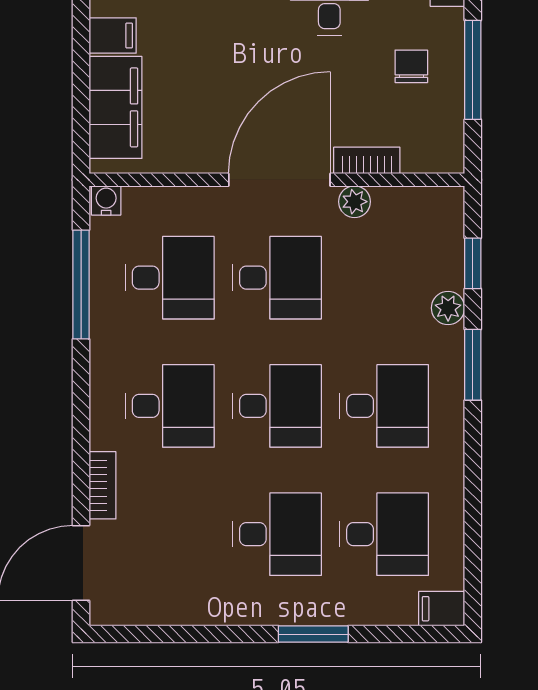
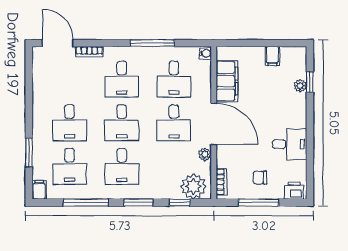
chair: (411, 66) -> (260, 178), turned 180
filing cabinet: (116, 107) -> (227, 81), moved, turned -90
bookcase: (367, 160) -> (222, 182), moved
window: (81, 285) -> (152, 43), moved
plant: (448, 308) -> (193, 187), moved, width x1.88, depth x1.88
window: (473, 494) -> (86, 203), added
window: (313, 634) -> (29, 153), moved

